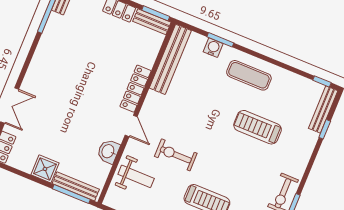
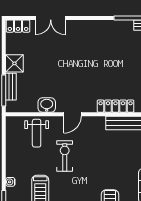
locker: (136, 89) -> (116, 106), moved
bench: (76, 186) -> (11, 87), width x0.73

